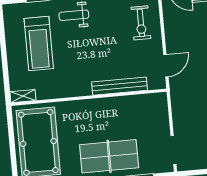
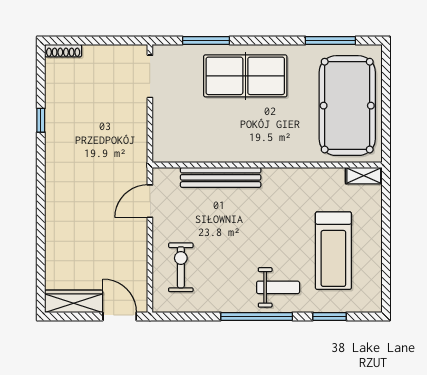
treadmill: (39, 43) -> (333, 251), turned 180

